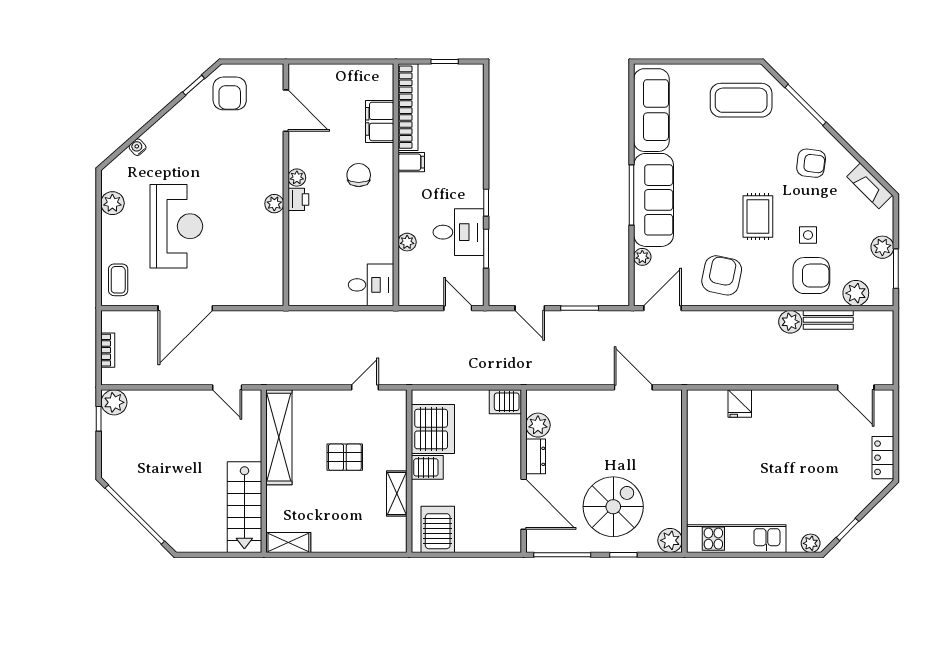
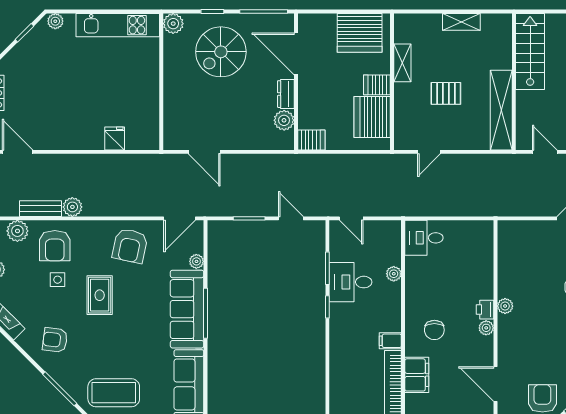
armchair: (811, 276) -> (55, 246), turned -90
server rack: (438, 529) -> (360, 33), width x1.60
shelving: (288, 543) -> (461, 22), moved

